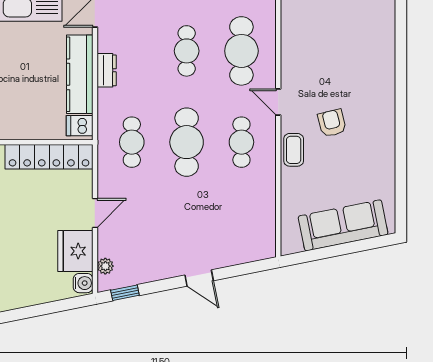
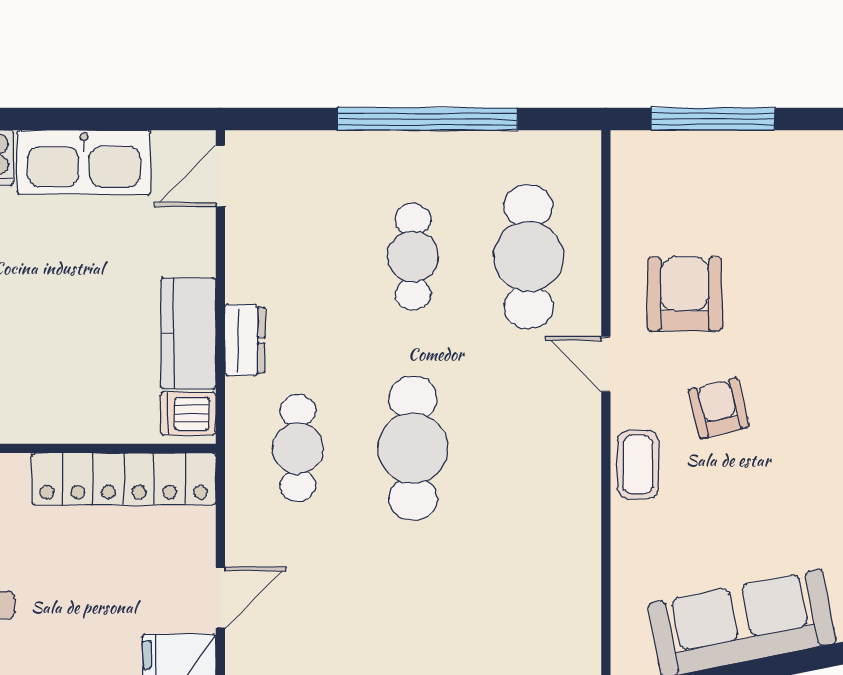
armchair: (316, 69) -> (685, 294), added
dresser: (107, 70) -> (245, 340), moved
kitchen counter: (80, 74) -> (188, 333), width x0.67
cafe table: (241, 142) -> (528, 448), removed

